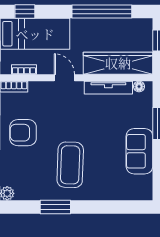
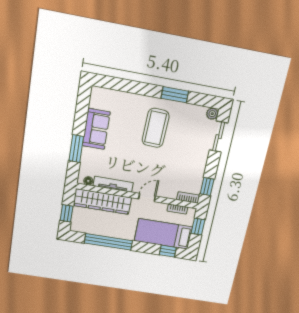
door: (64, 78) -> (147, 198), swing flipped
armchair: (23, 133) -> (189, 161), removed

